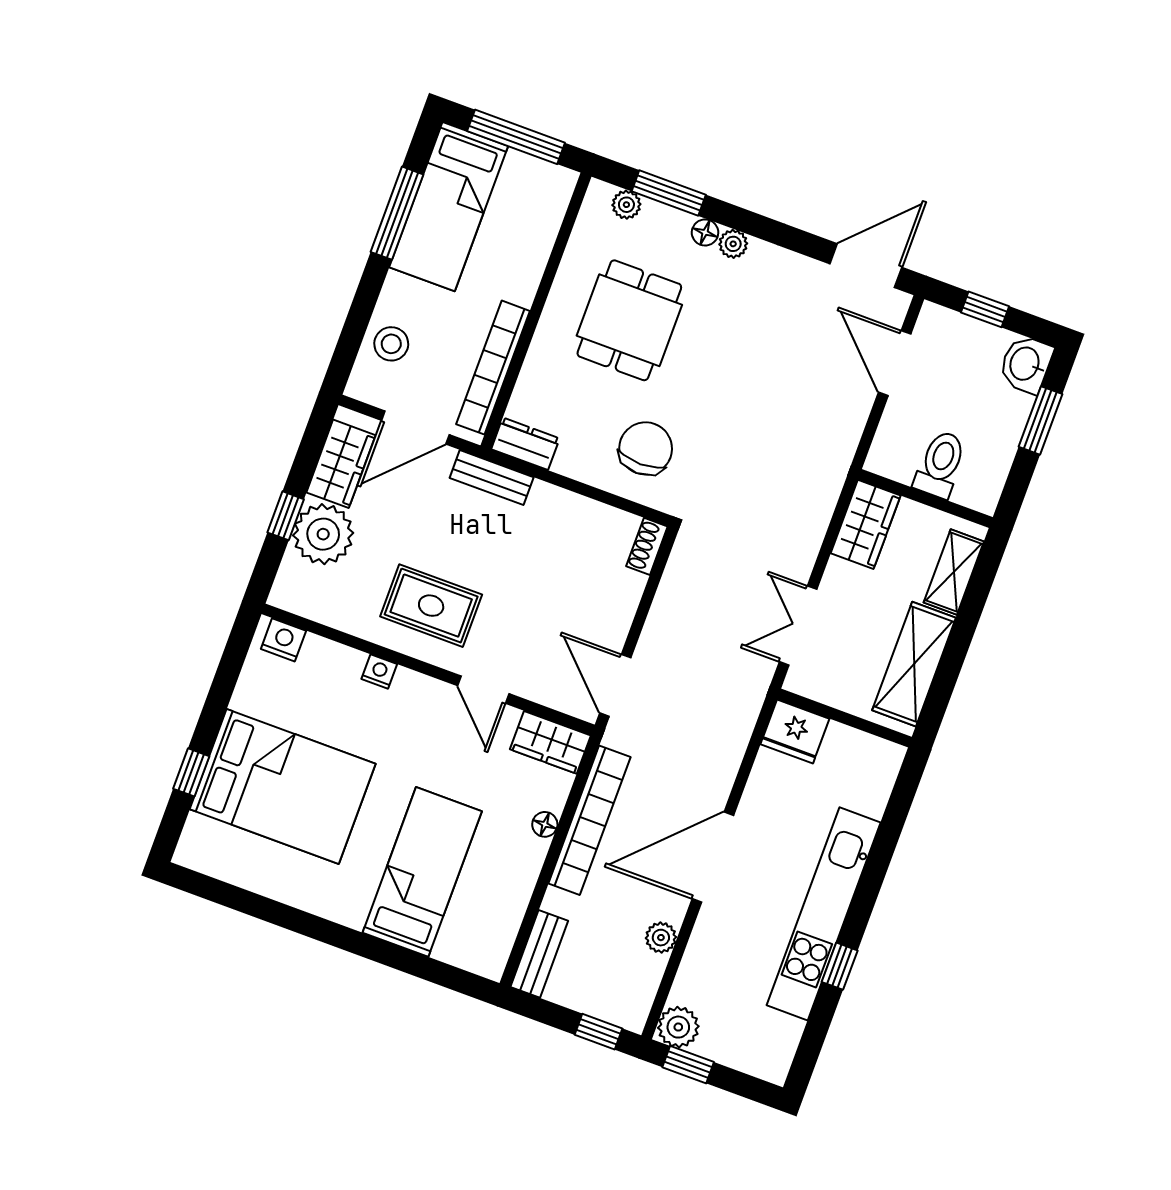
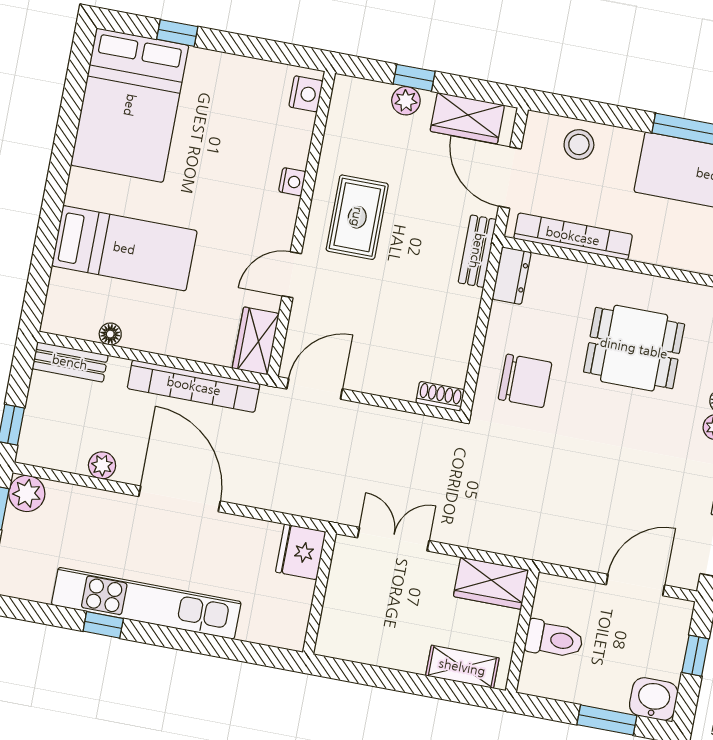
plant: (323, 534) -> (406, 101), width x0.53, depth x0.53
shelving: (914, 664) -> (377, 646), removed
bed: (283, 786) -> (130, 105), moved
floor lamp: (545, 824) -> (110, 334), moved

